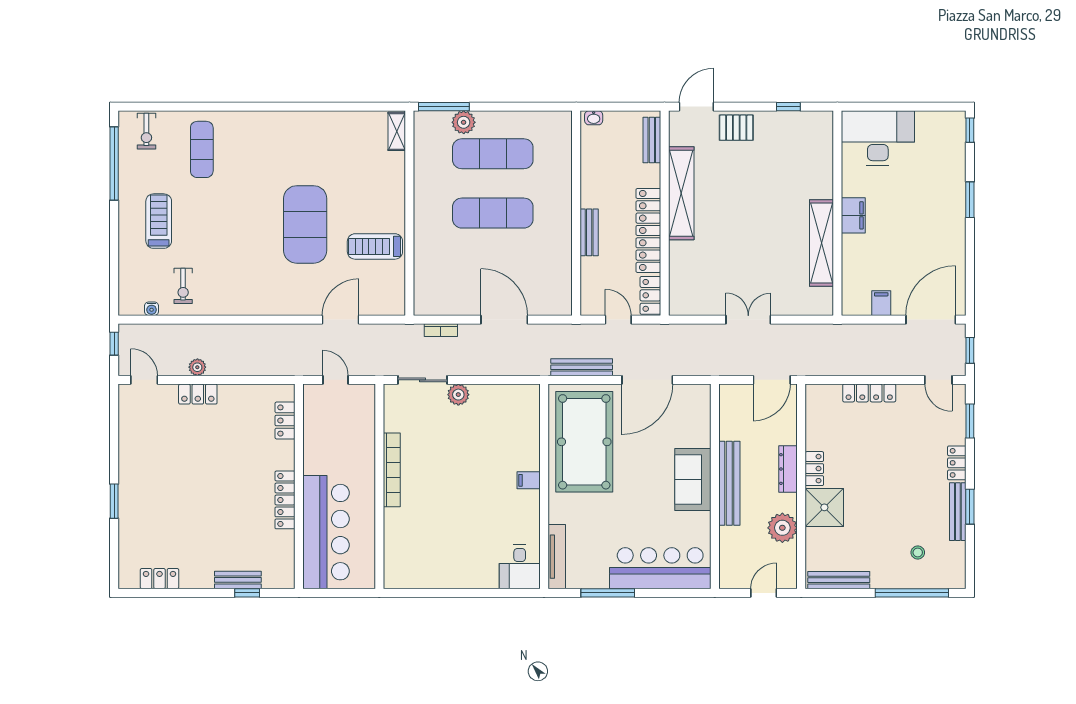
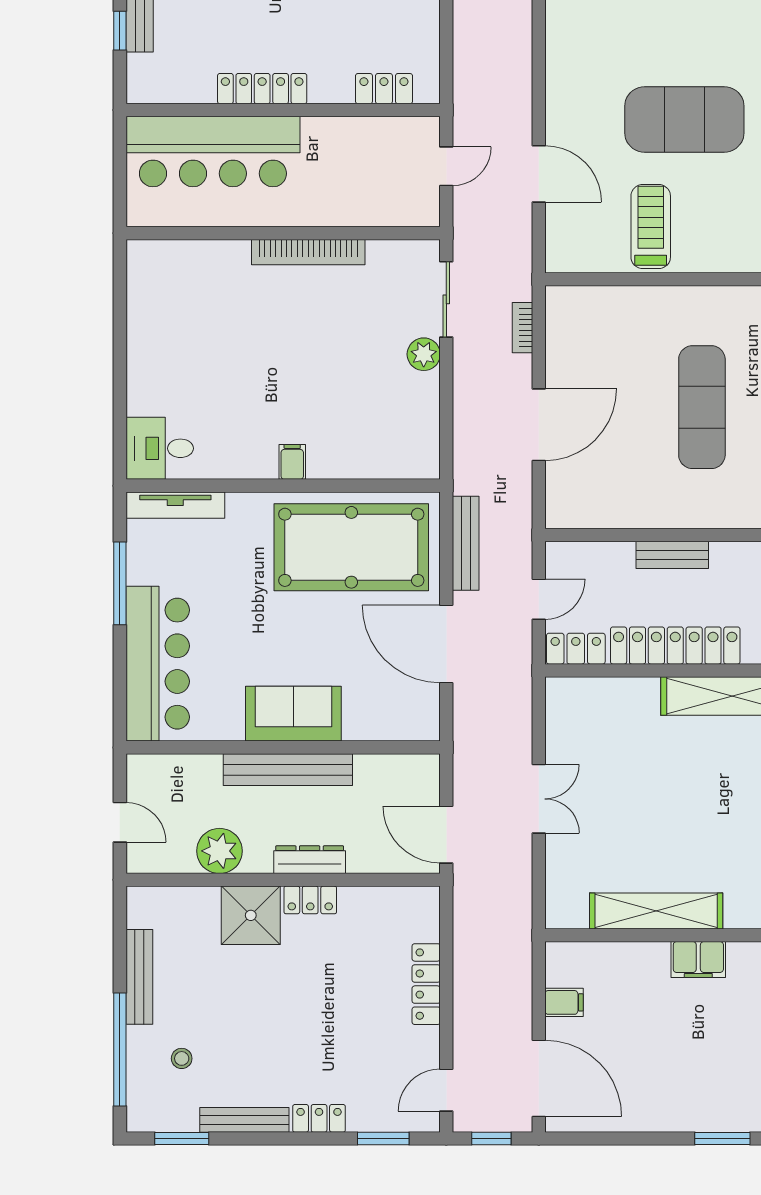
window: (970, 507) -> (182, 1138), moved
bench: (839, 580) -> (139, 977), moved

